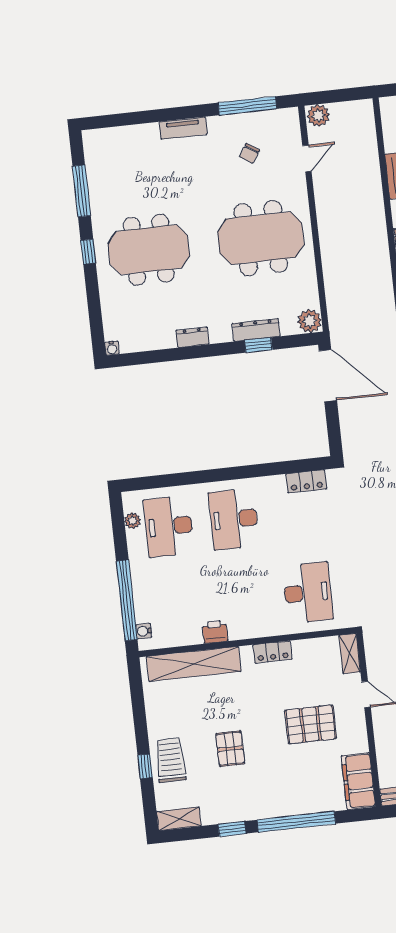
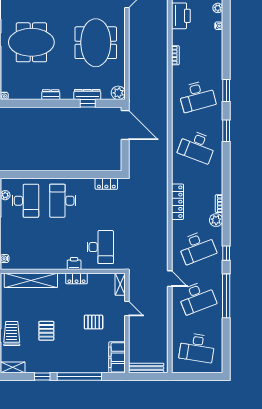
meeting table: (261, 238) -> (96, 43), turned 90
desk: (169, 526) -> (25, 201), turned 180
printer: (215, 632) -> (74, 263), moved
pallet: (311, 724) -> (94, 322), width x0.67, depth x0.71

